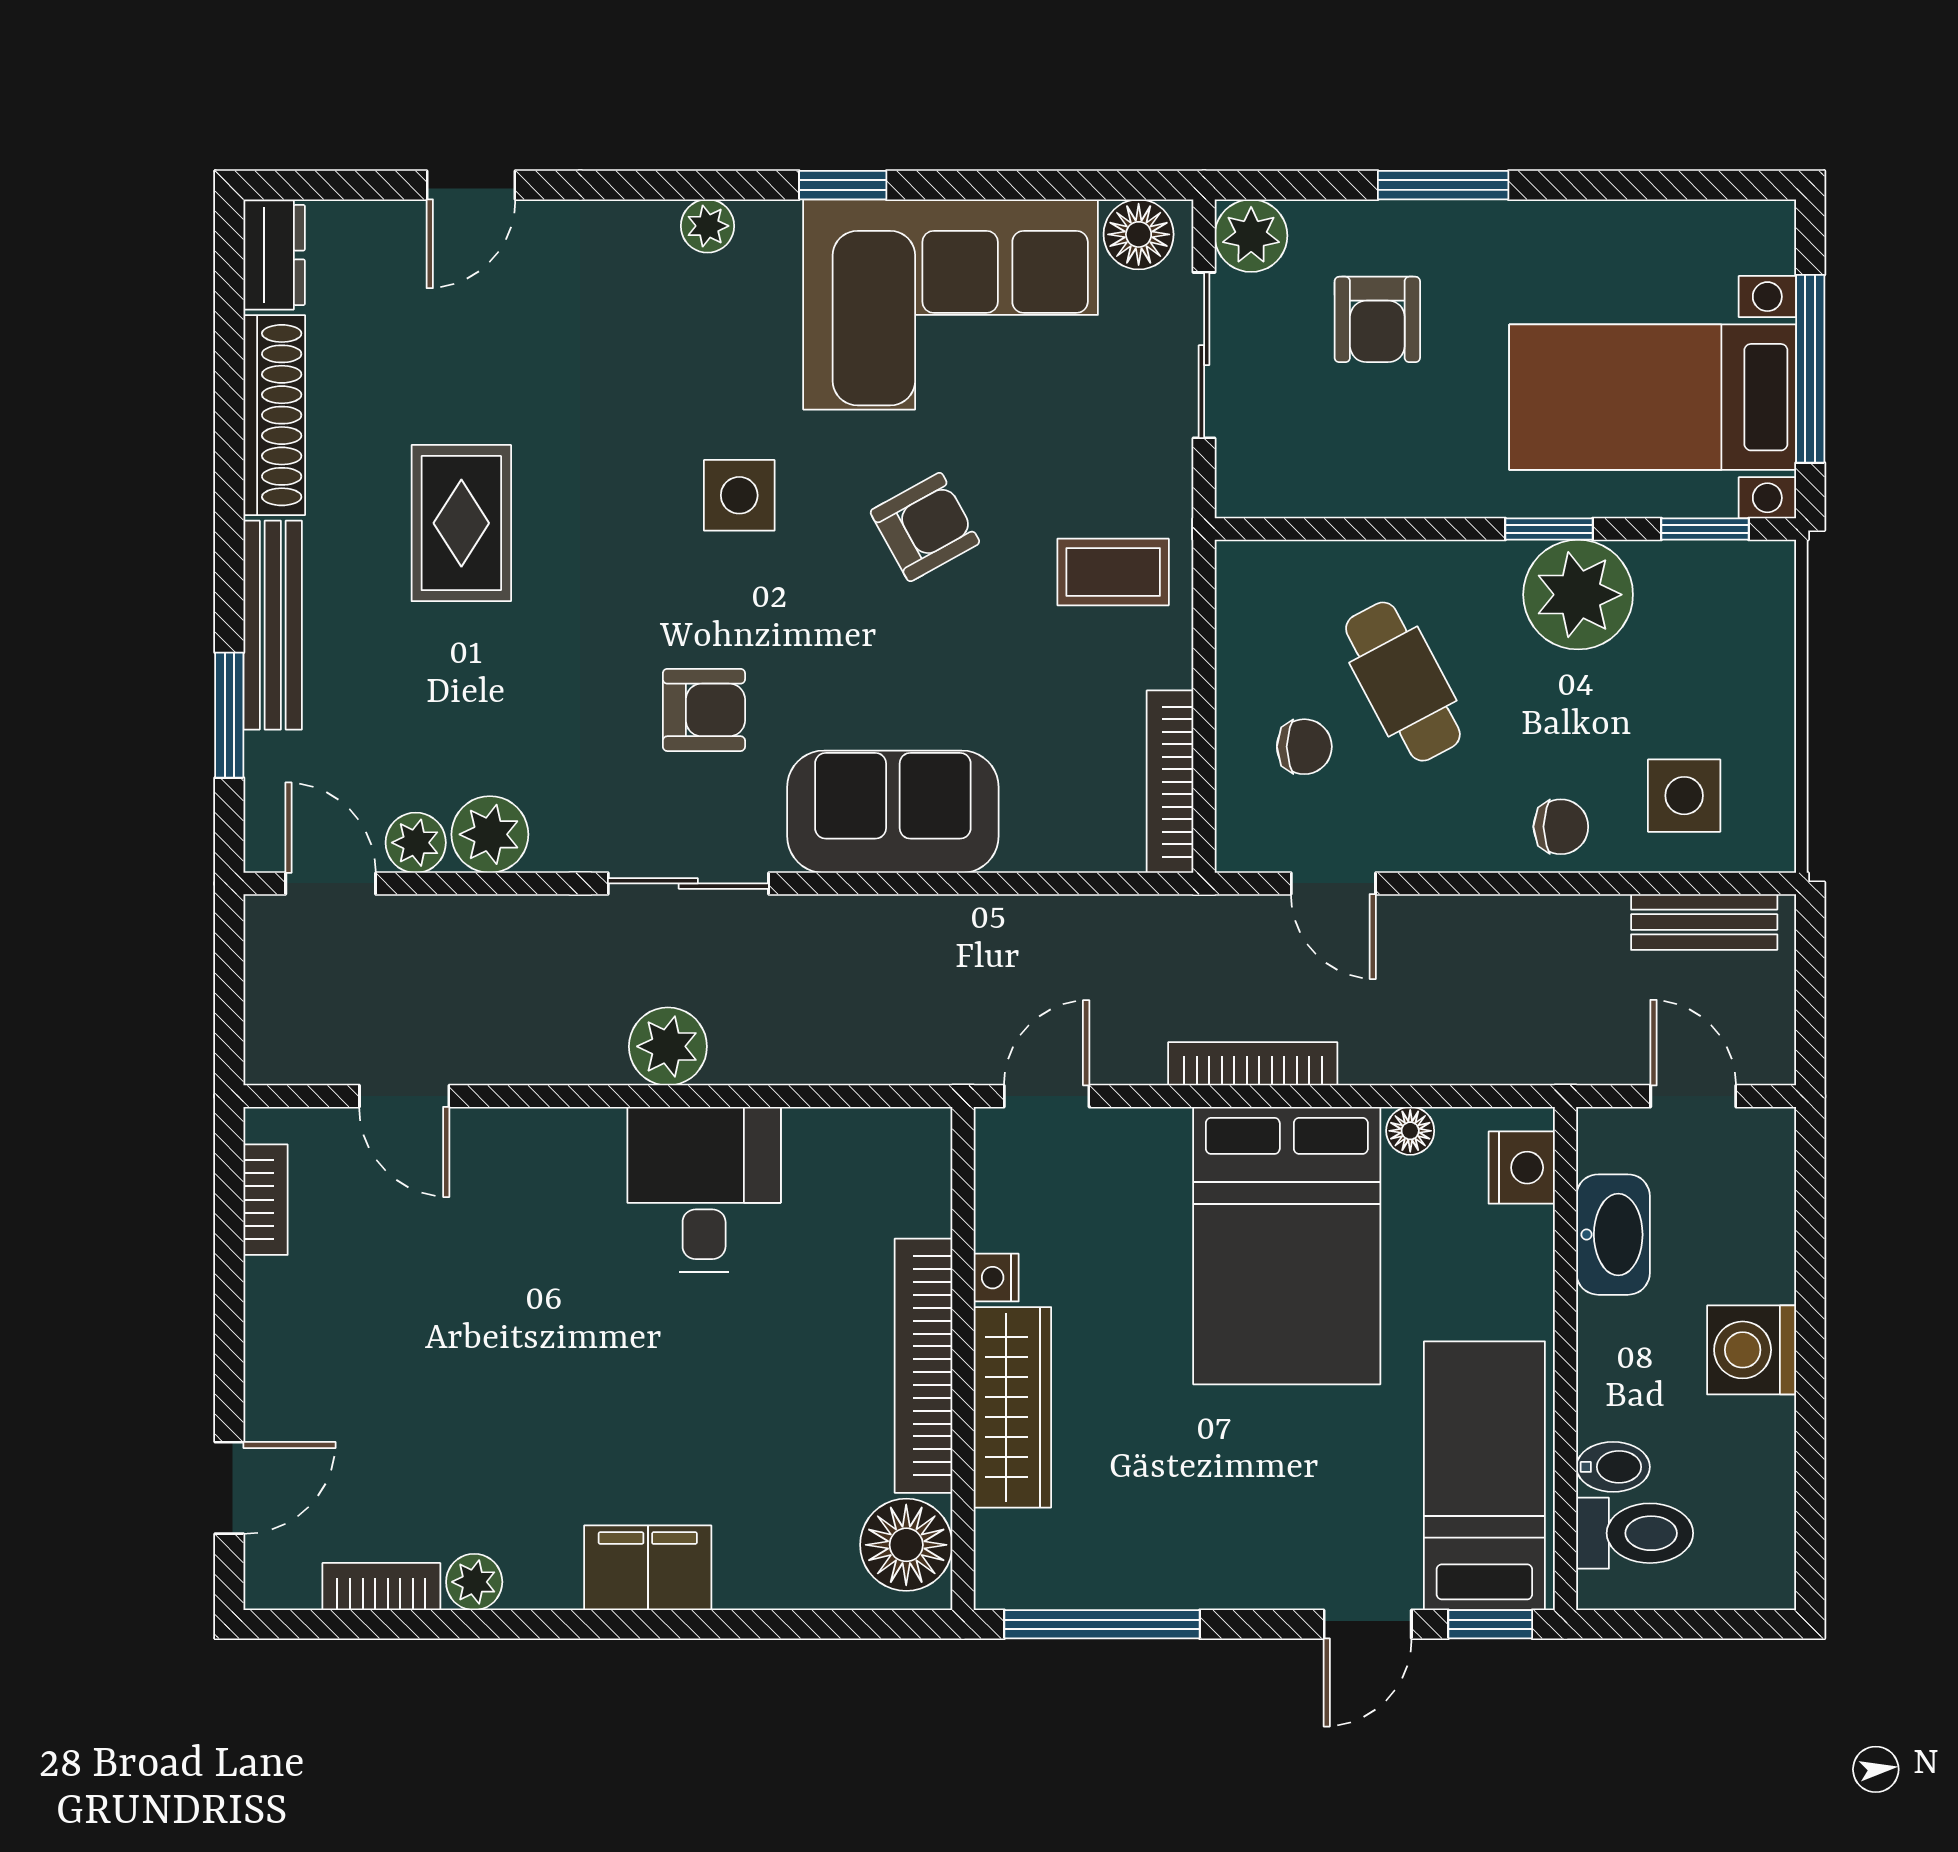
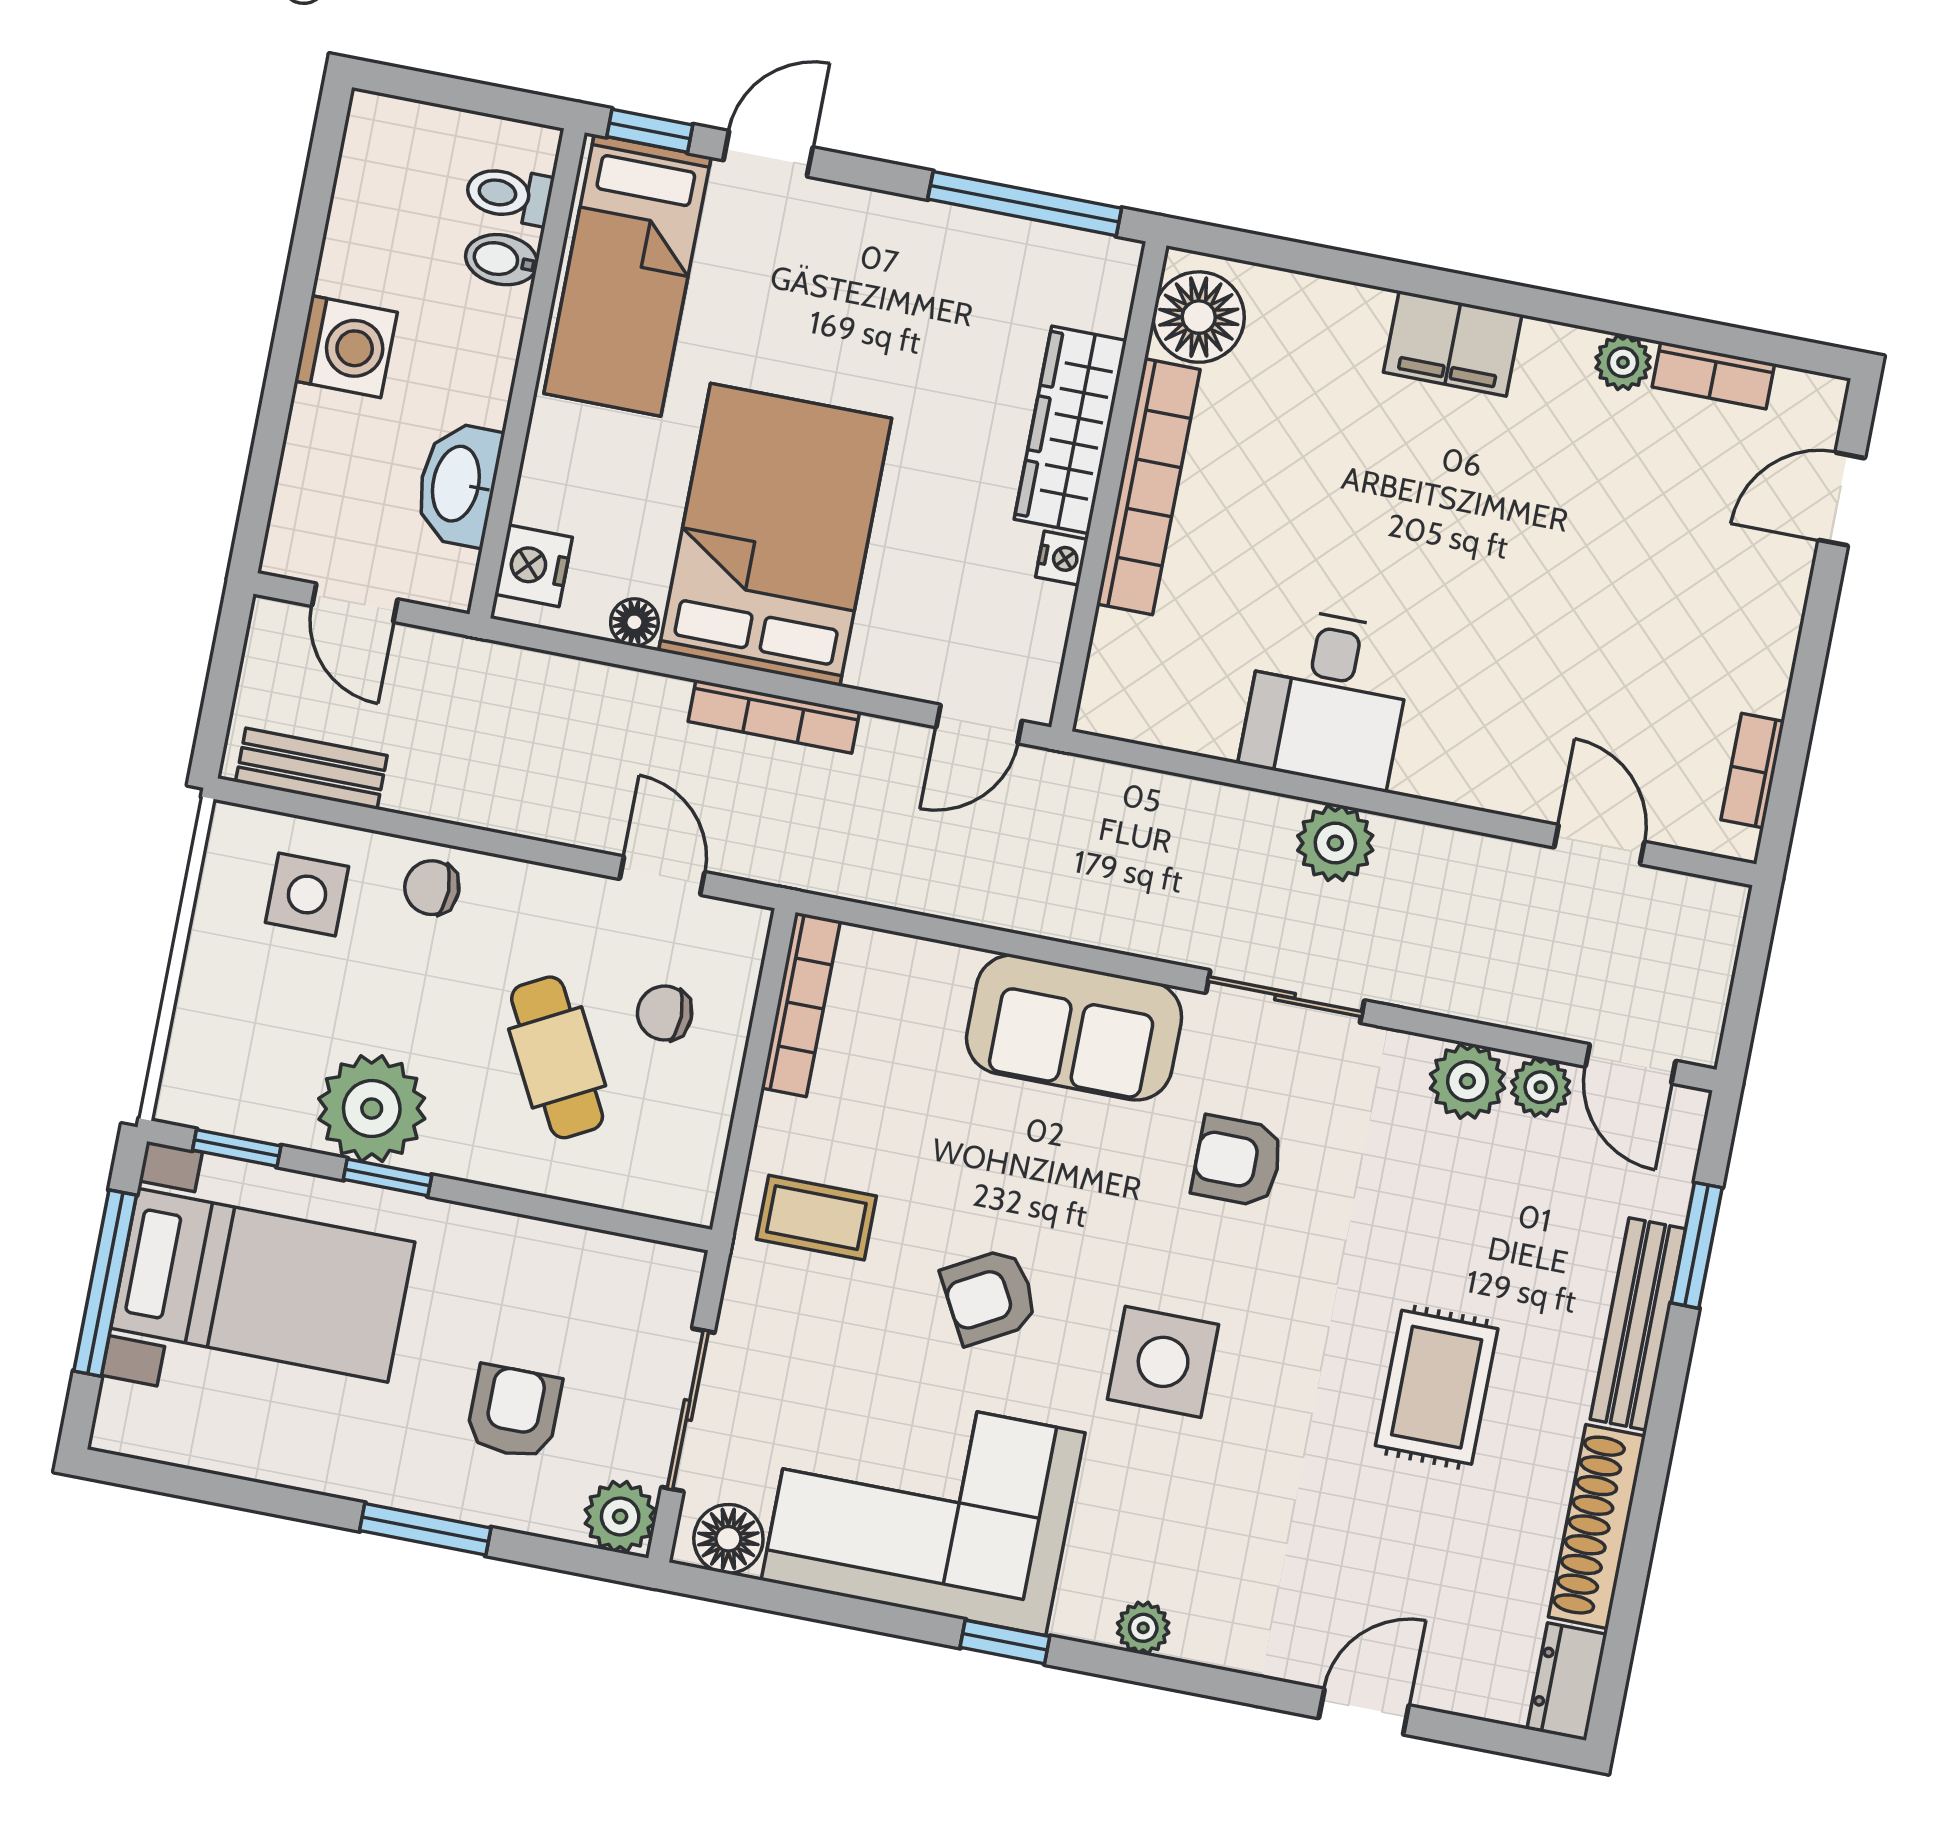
side table: (739, 495) -> (1163, 1362), width x1.37, depth x1.37
toilet: (1635, 1533) -> (509, 195), width x0.73, depth x0.72

